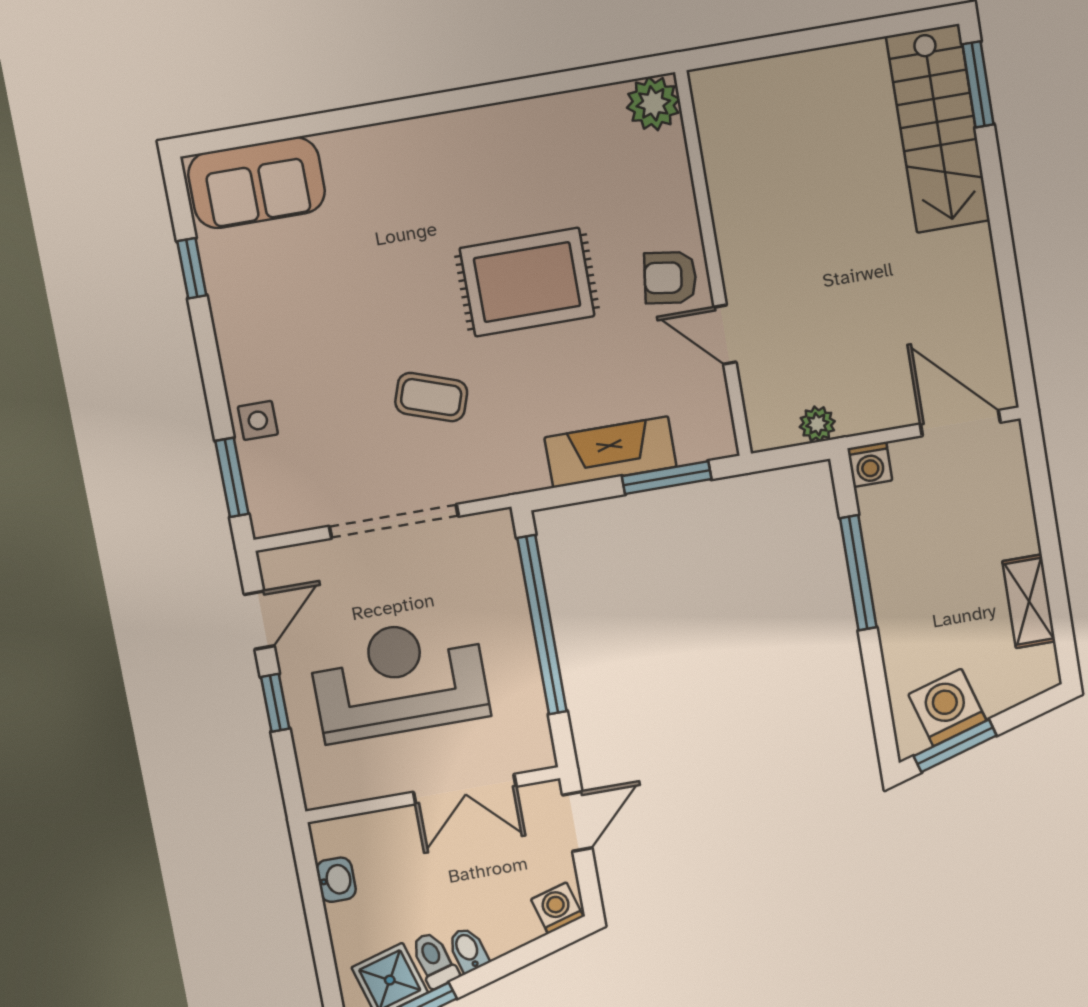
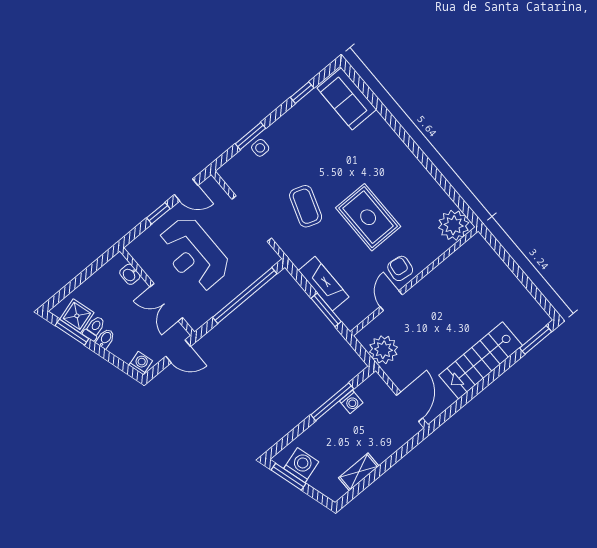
plant: (653, 103) -> (454, 225), width x1.36, depth x1.36
stairs: (938, 129) -> (481, 360), moved
coffee table: (431, 397) -> (306, 206), width x1.36, depth x1.30
plant: (817, 424) -> (383, 350), width x1.88, depth x1.88
washing machine: (870, 464) -> (351, 402), moved, turned -90
window: (232, 477) -> (250, 136), moved
reception desk: (399, 679) -> (194, 254), turned 180
washbasin: (336, 880) -> (130, 274), moved, turned 90

